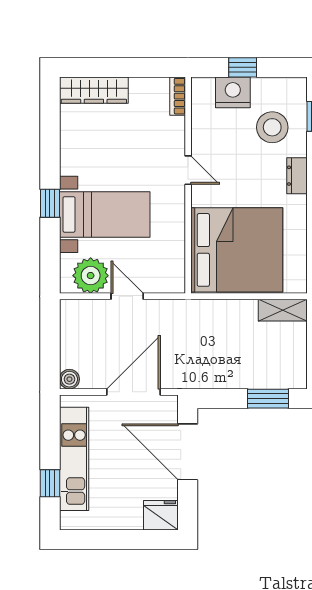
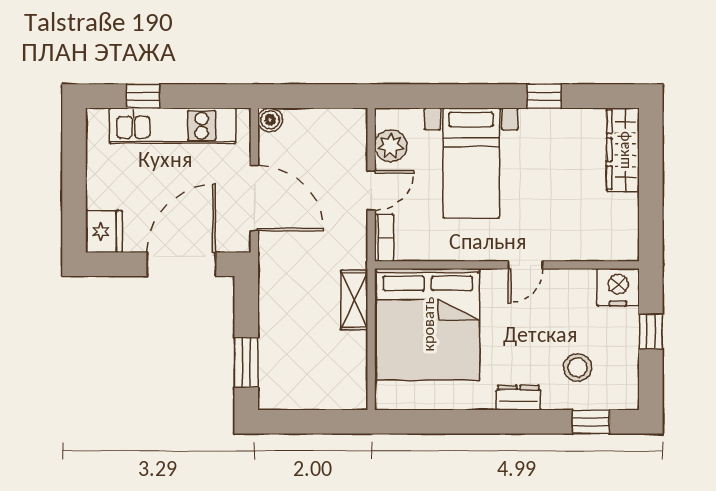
nightstand: (233, 92) -> (618, 287), moved, turned -90
bookcase: (178, 96) -> (384, 238), moved, turned 90
stool: (272, 127) -> (578, 368), width x0.73, depth x0.73
window: (50, 203) -> (544, 96), moved
plant: (91, 276) -> (391, 146), width x0.73, depth x0.73
shelving: (283, 310) -> (354, 300), moved

